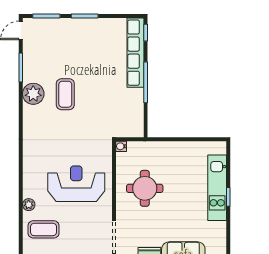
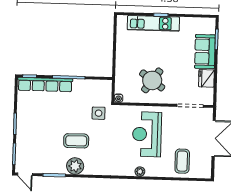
side table: (101, 122) -> (99, 113), added
round table: (145, 188) -> (152, 80), turned 36
plant: (29, 205) -> (140, 172), moved

